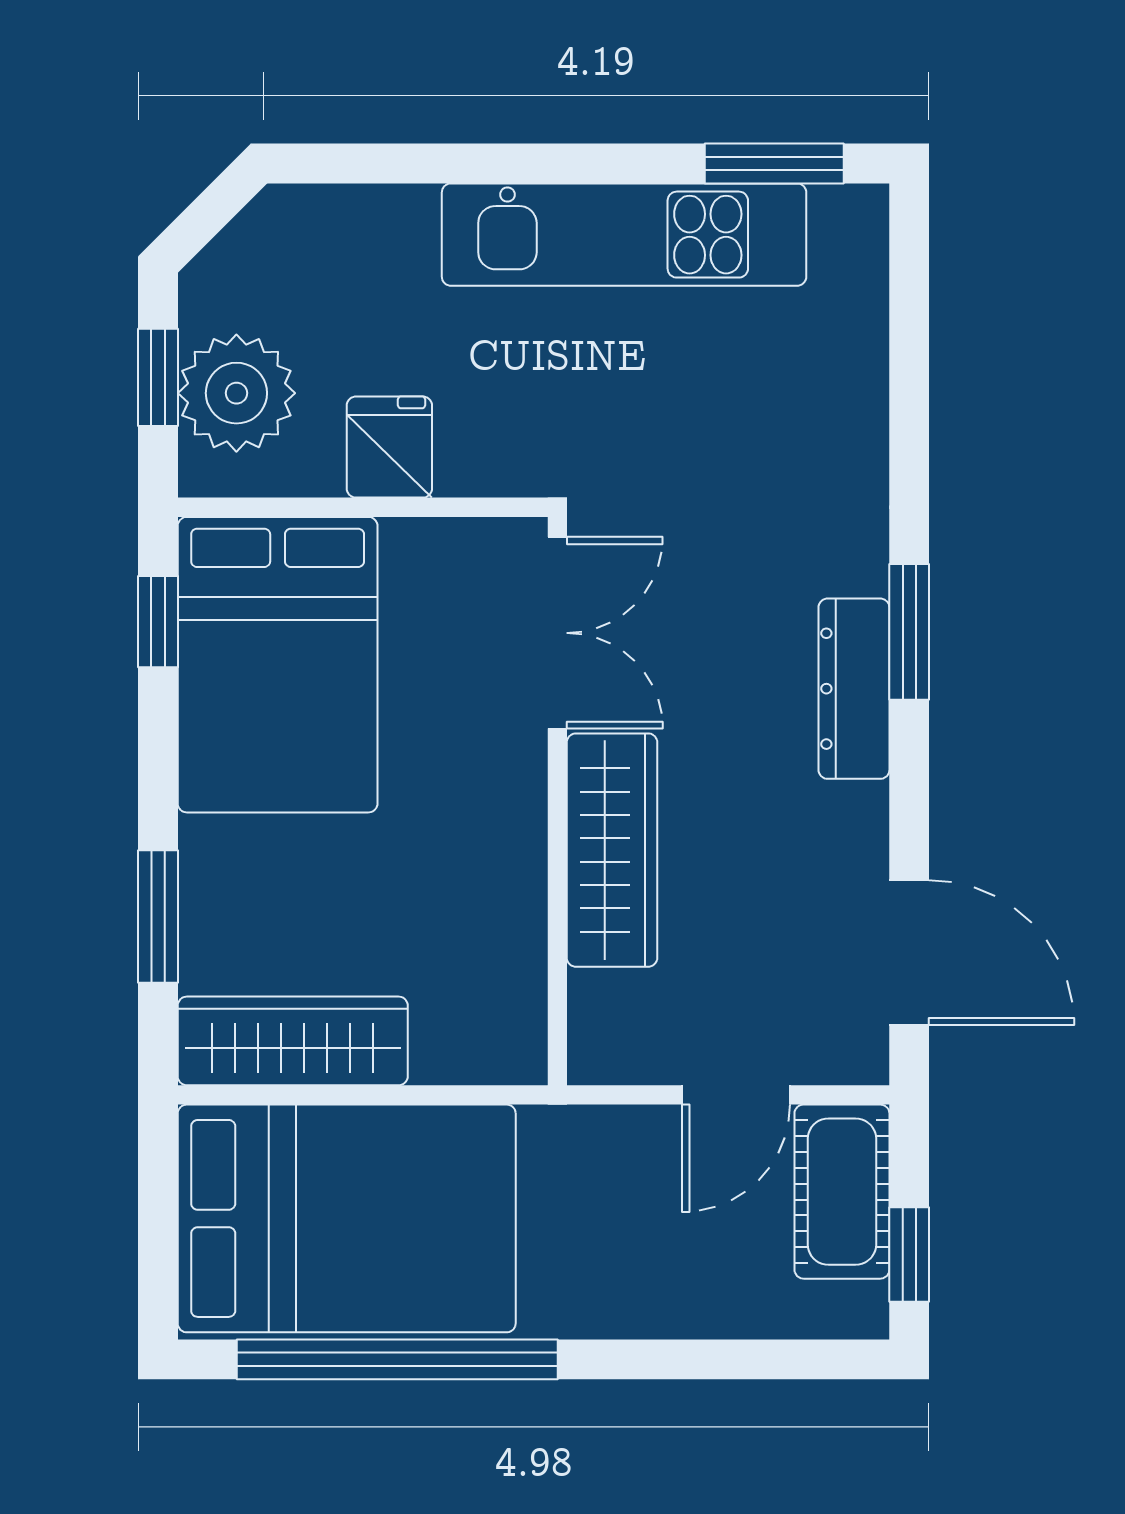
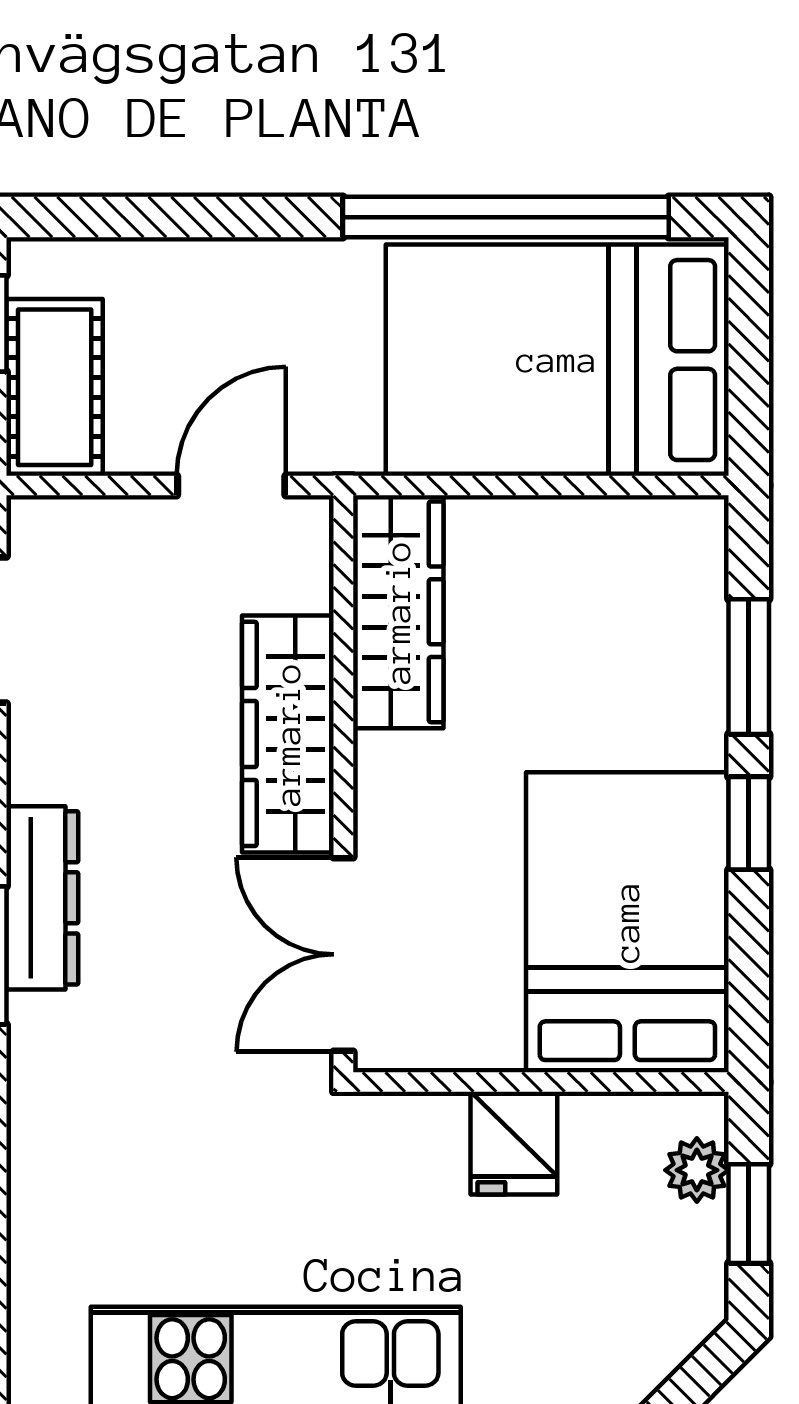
plant: (236, 393) -> (697, 1170), width x0.53, depth x0.53
window: (158, 622) -> (749, 823), moved
wardrobe: (293, 1041) -> (398, 612), moved, turned -90
door: (736, 1095) -> (231, 485), moved

